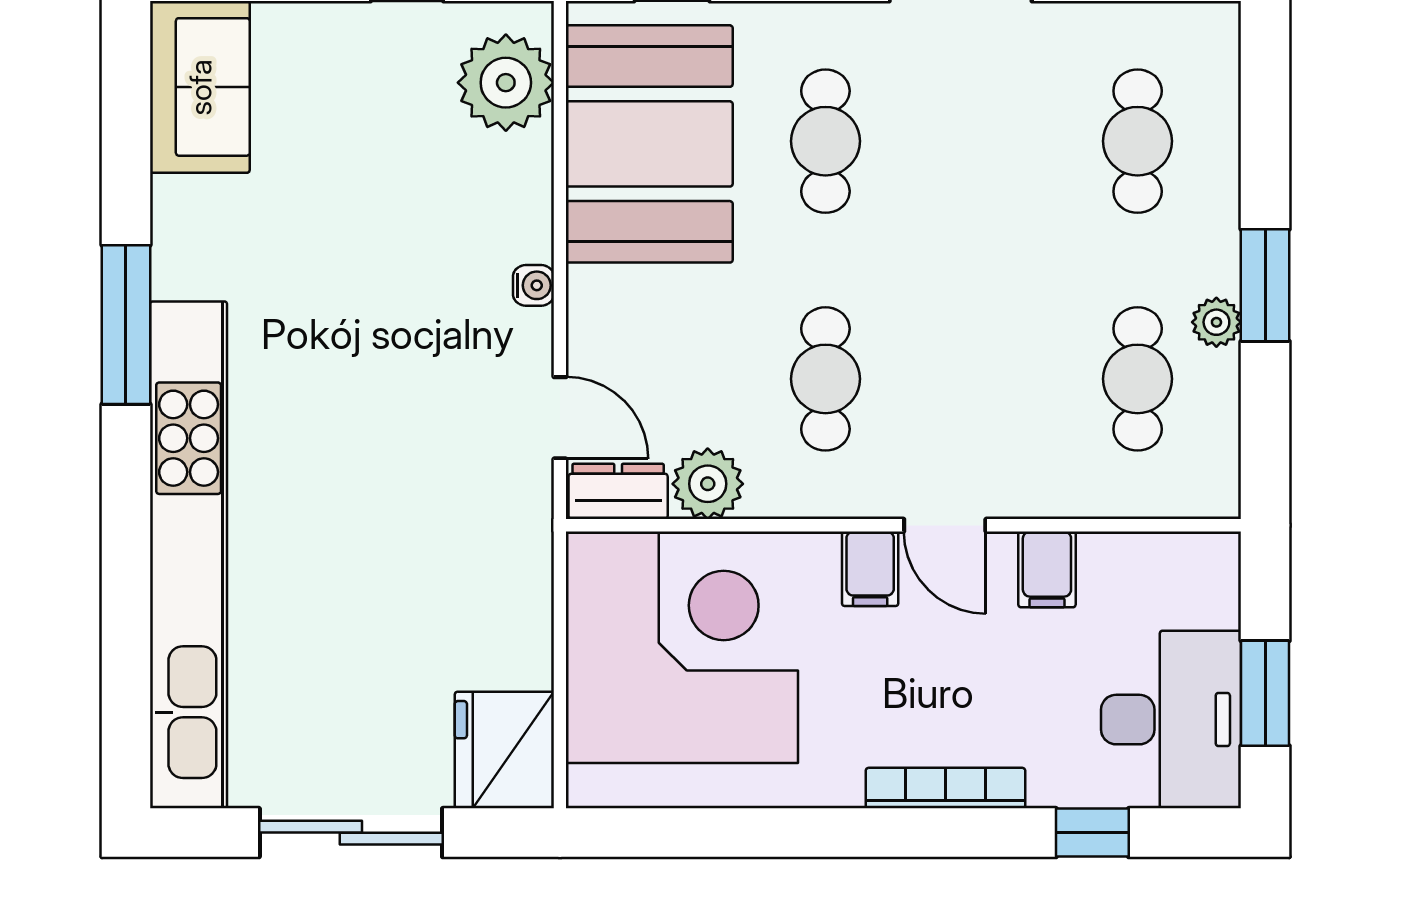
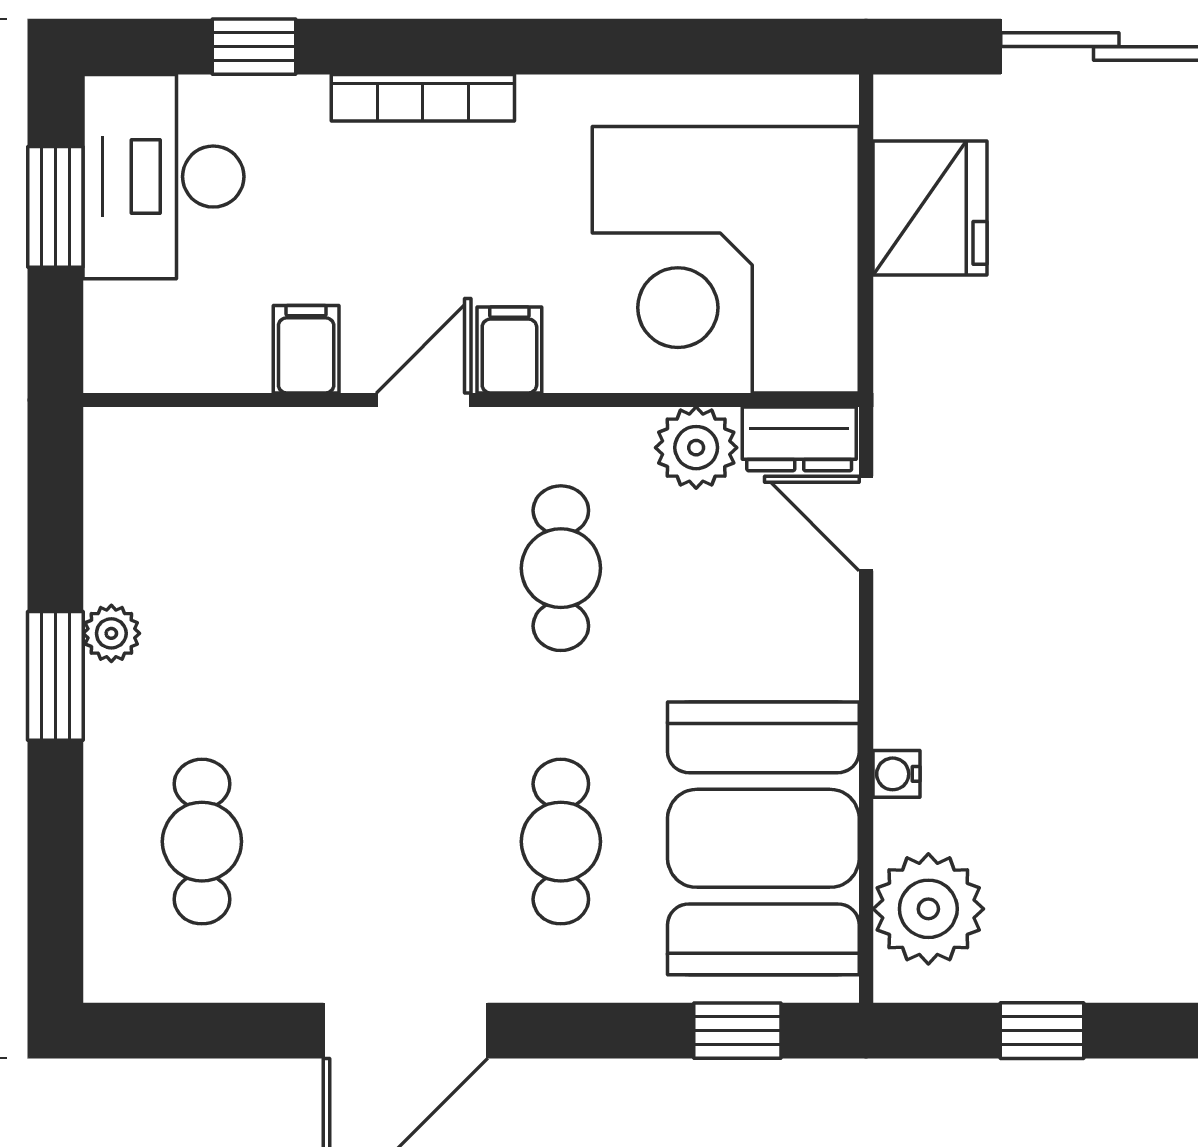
water cooler: (534, 285) -> (896, 774), moved
cafe table: (1138, 379) -> (202, 568), removed
door: (945, 525) -> (424, 400), hinge flipped
fridge: (504, 750) -> (930, 208), moved

